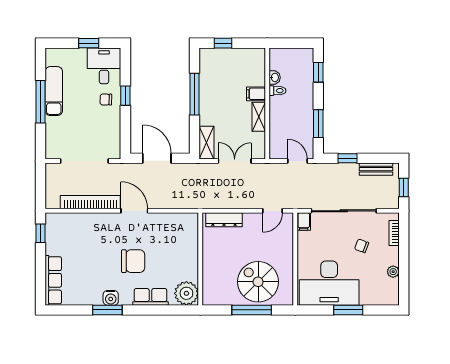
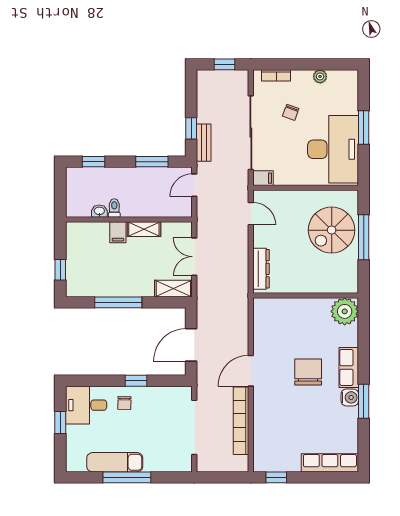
window: (125, 96) -> (136, 381), moved
bench: (376, 169) -> (204, 143), moved
row of seats: (150, 297) -> (349, 367), moved

